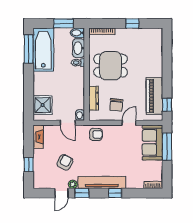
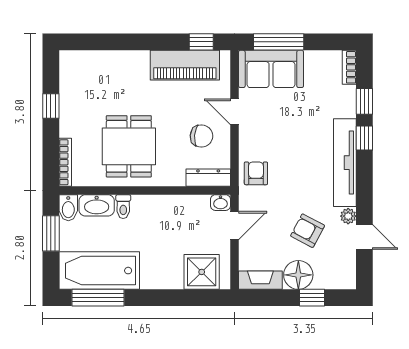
dresser: (94, 98) -> (208, 178), moved
floor lamp: (41, 157) -> (298, 275), added
window: (82, 193) -> (364, 101), moved

